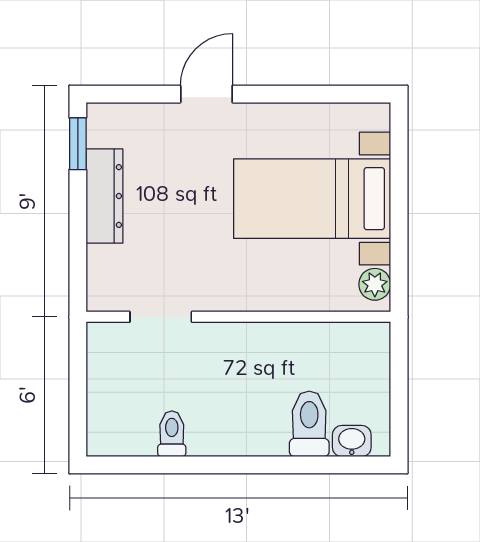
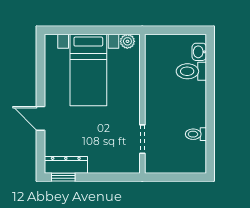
dresser: (105, 196) -> (66, 165), moved

